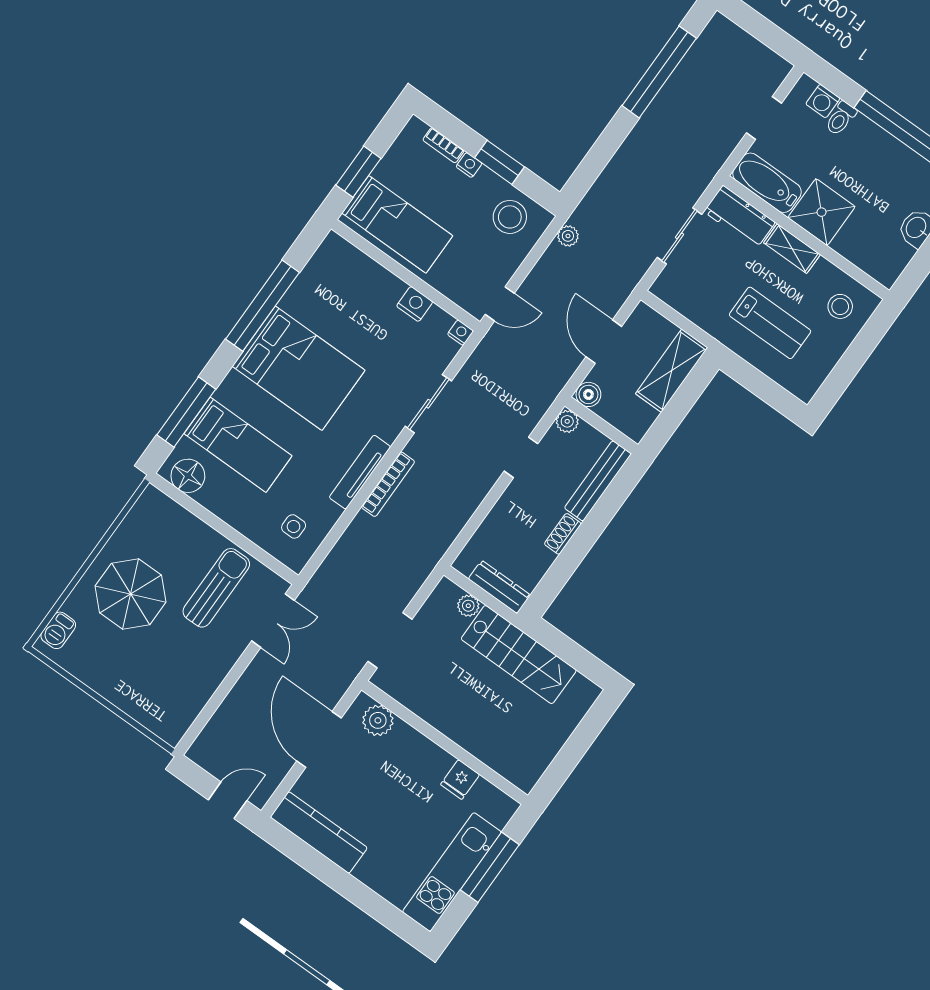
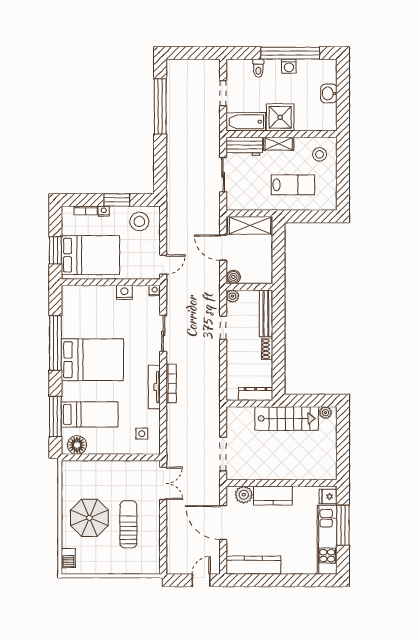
washing machine: (823, 101) -> (289, 66), moved
bed: (397, 224) -> (90, 255), width x1.50
plant: (568, 236) -> (172, 211), removed
shelving: (672, 371) -> (250, 225), moved, turned 90
sun lounger: (216, 588) -> (128, 524), moved
plant: (468, 606) -> (325, 413), moved
kitchen counter: (419, 752) -> (273, 496), added
fridge: (460, 779) -> (328, 496), moved, turned 90

